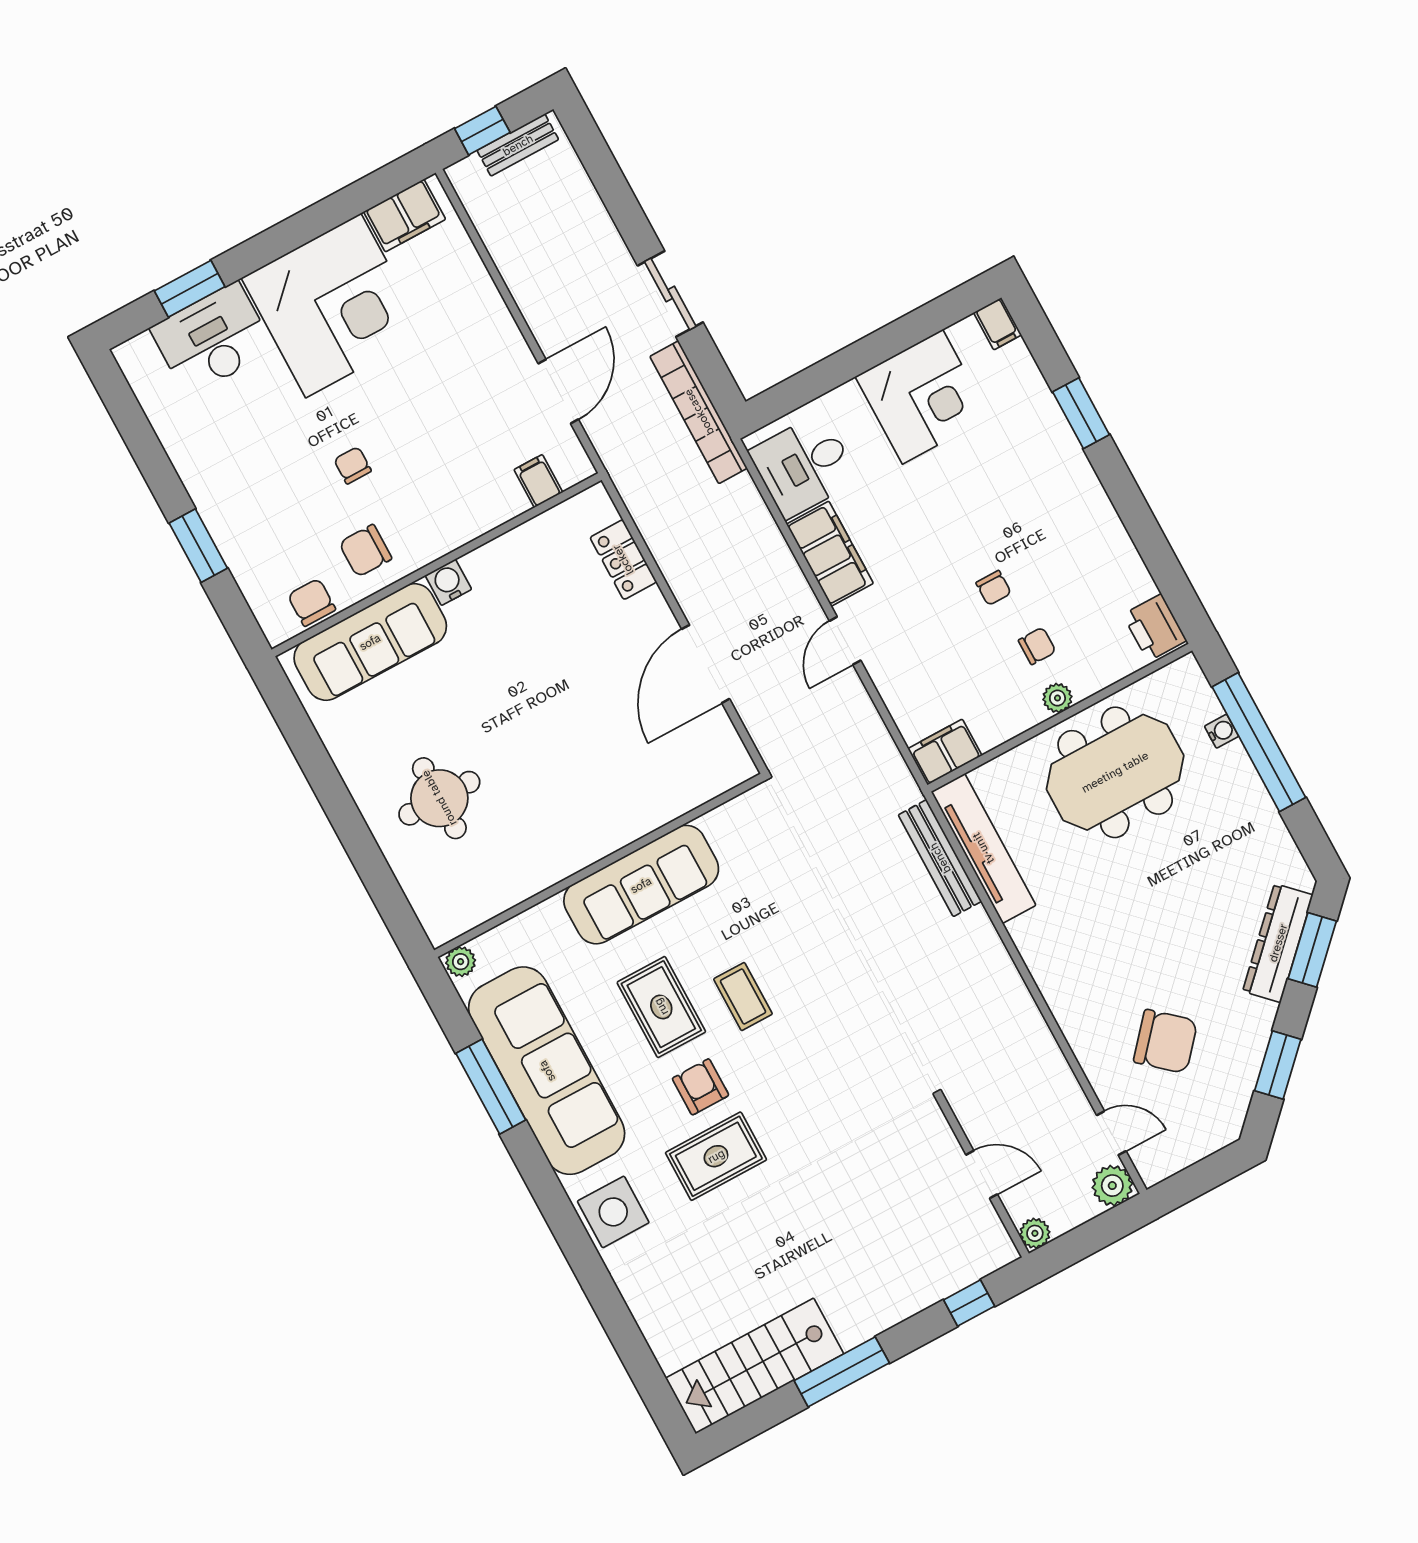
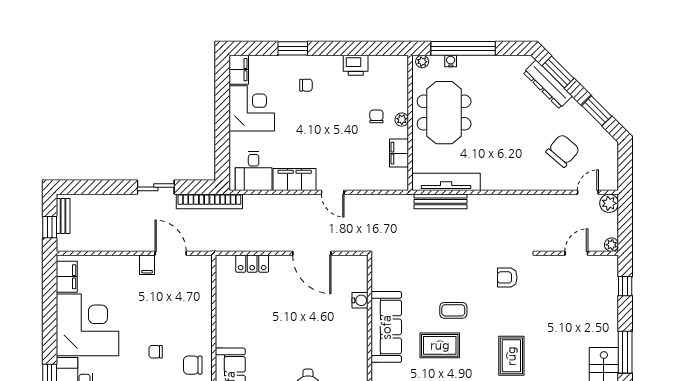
filing cabinet: (998, 324) -> (239, 70), width x2.00
filing cabinet: (538, 481) -> (147, 265), moved, turned -90
chair: (365, 551) -> (193, 365), turned 90
water cooler: (448, 582) -> (360, 300), moved, turned 180
chair: (994, 588) -> (306, 85), moved
printer: (1155, 628) -> (356, 65), moved
plant: (1191, 677) -> (422, 62), added
filing cabinet: (945, 752) -> (399, 153), moved
armchair: (701, 1087) -> (507, 277), moved

